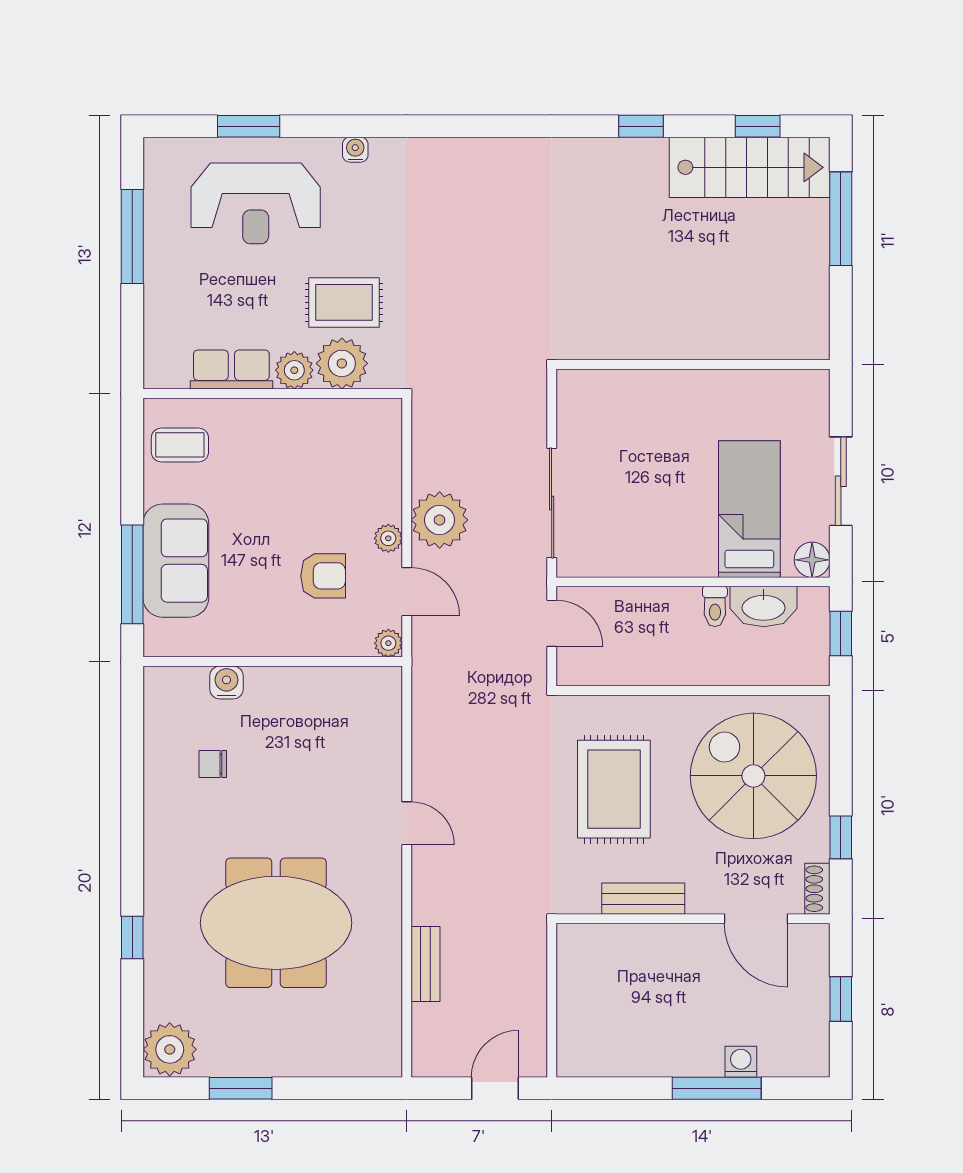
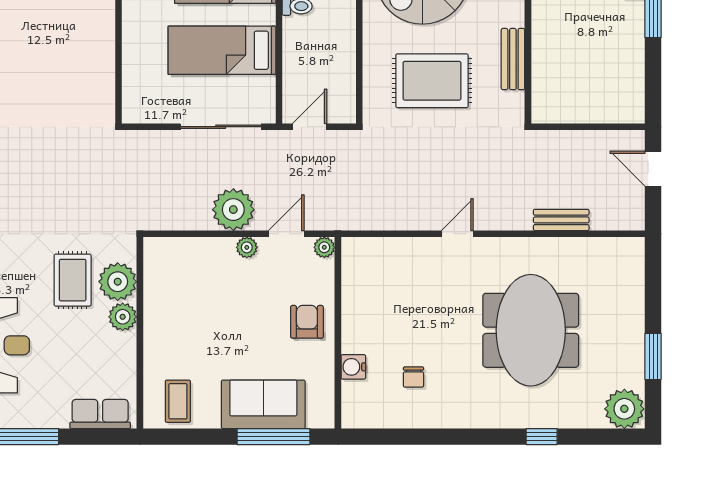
row of seats: (231, 369) -> (100, 414), moved, turned 90
bed: (655, 505) -> (222, 50), added
armchair: (323, 576) -> (307, 322), moved

